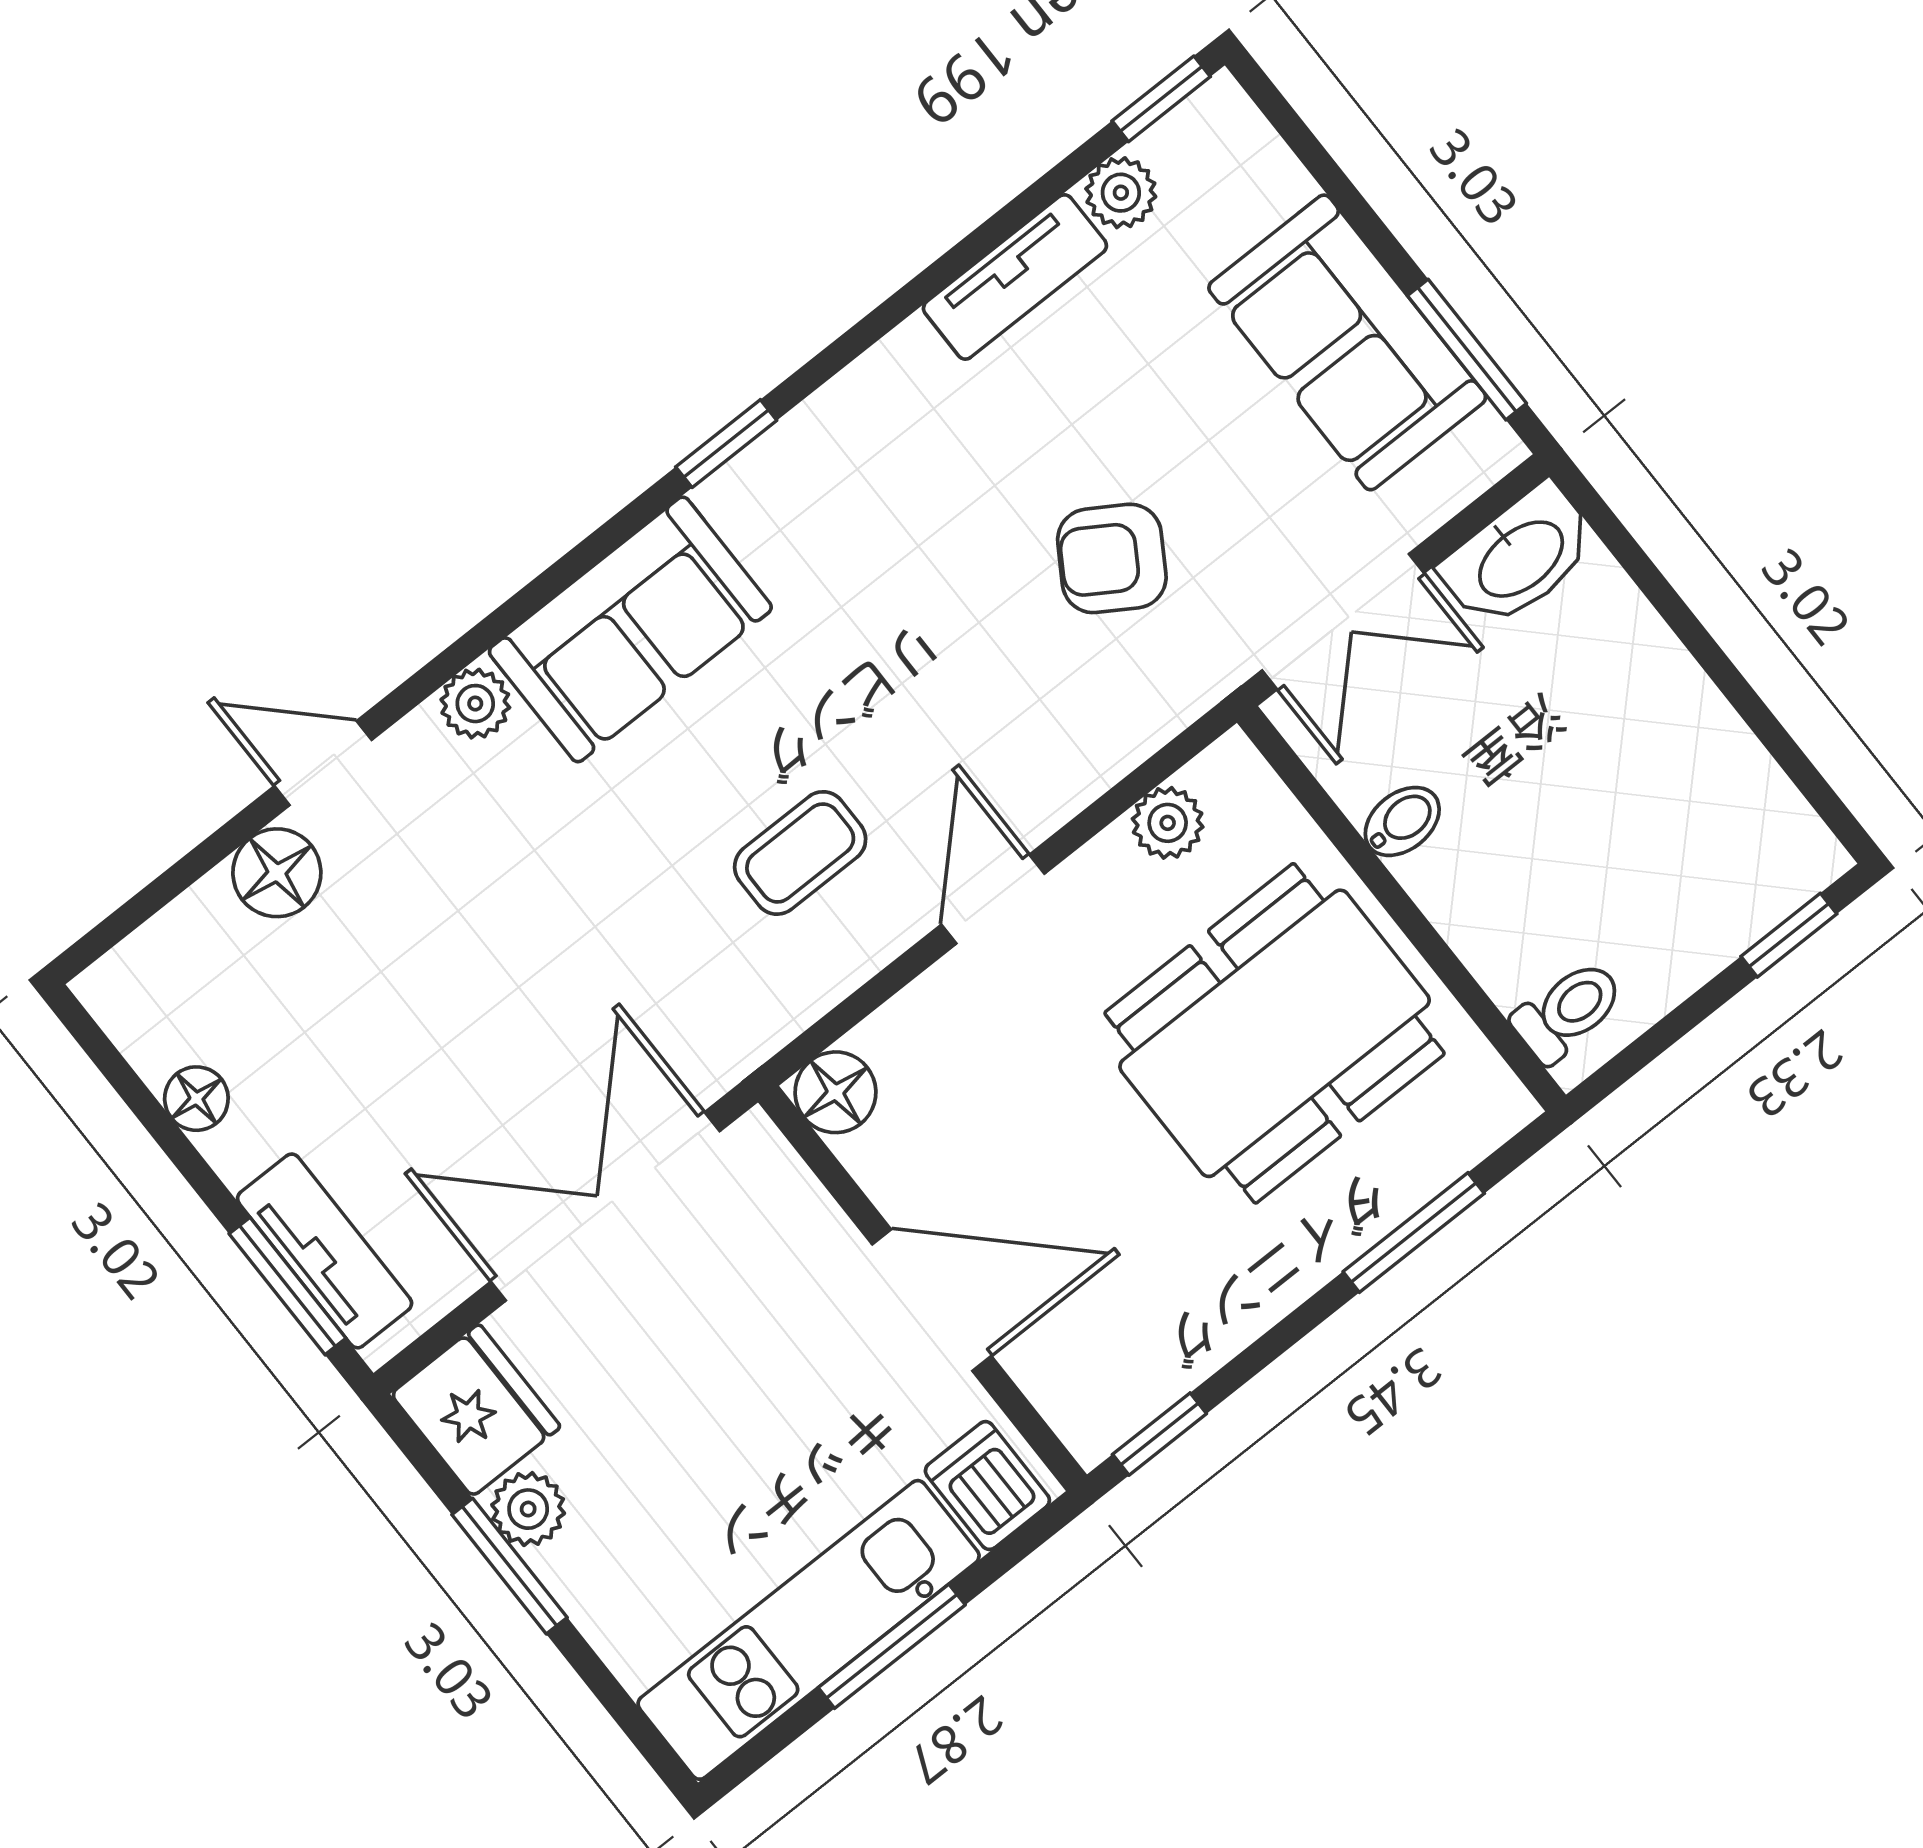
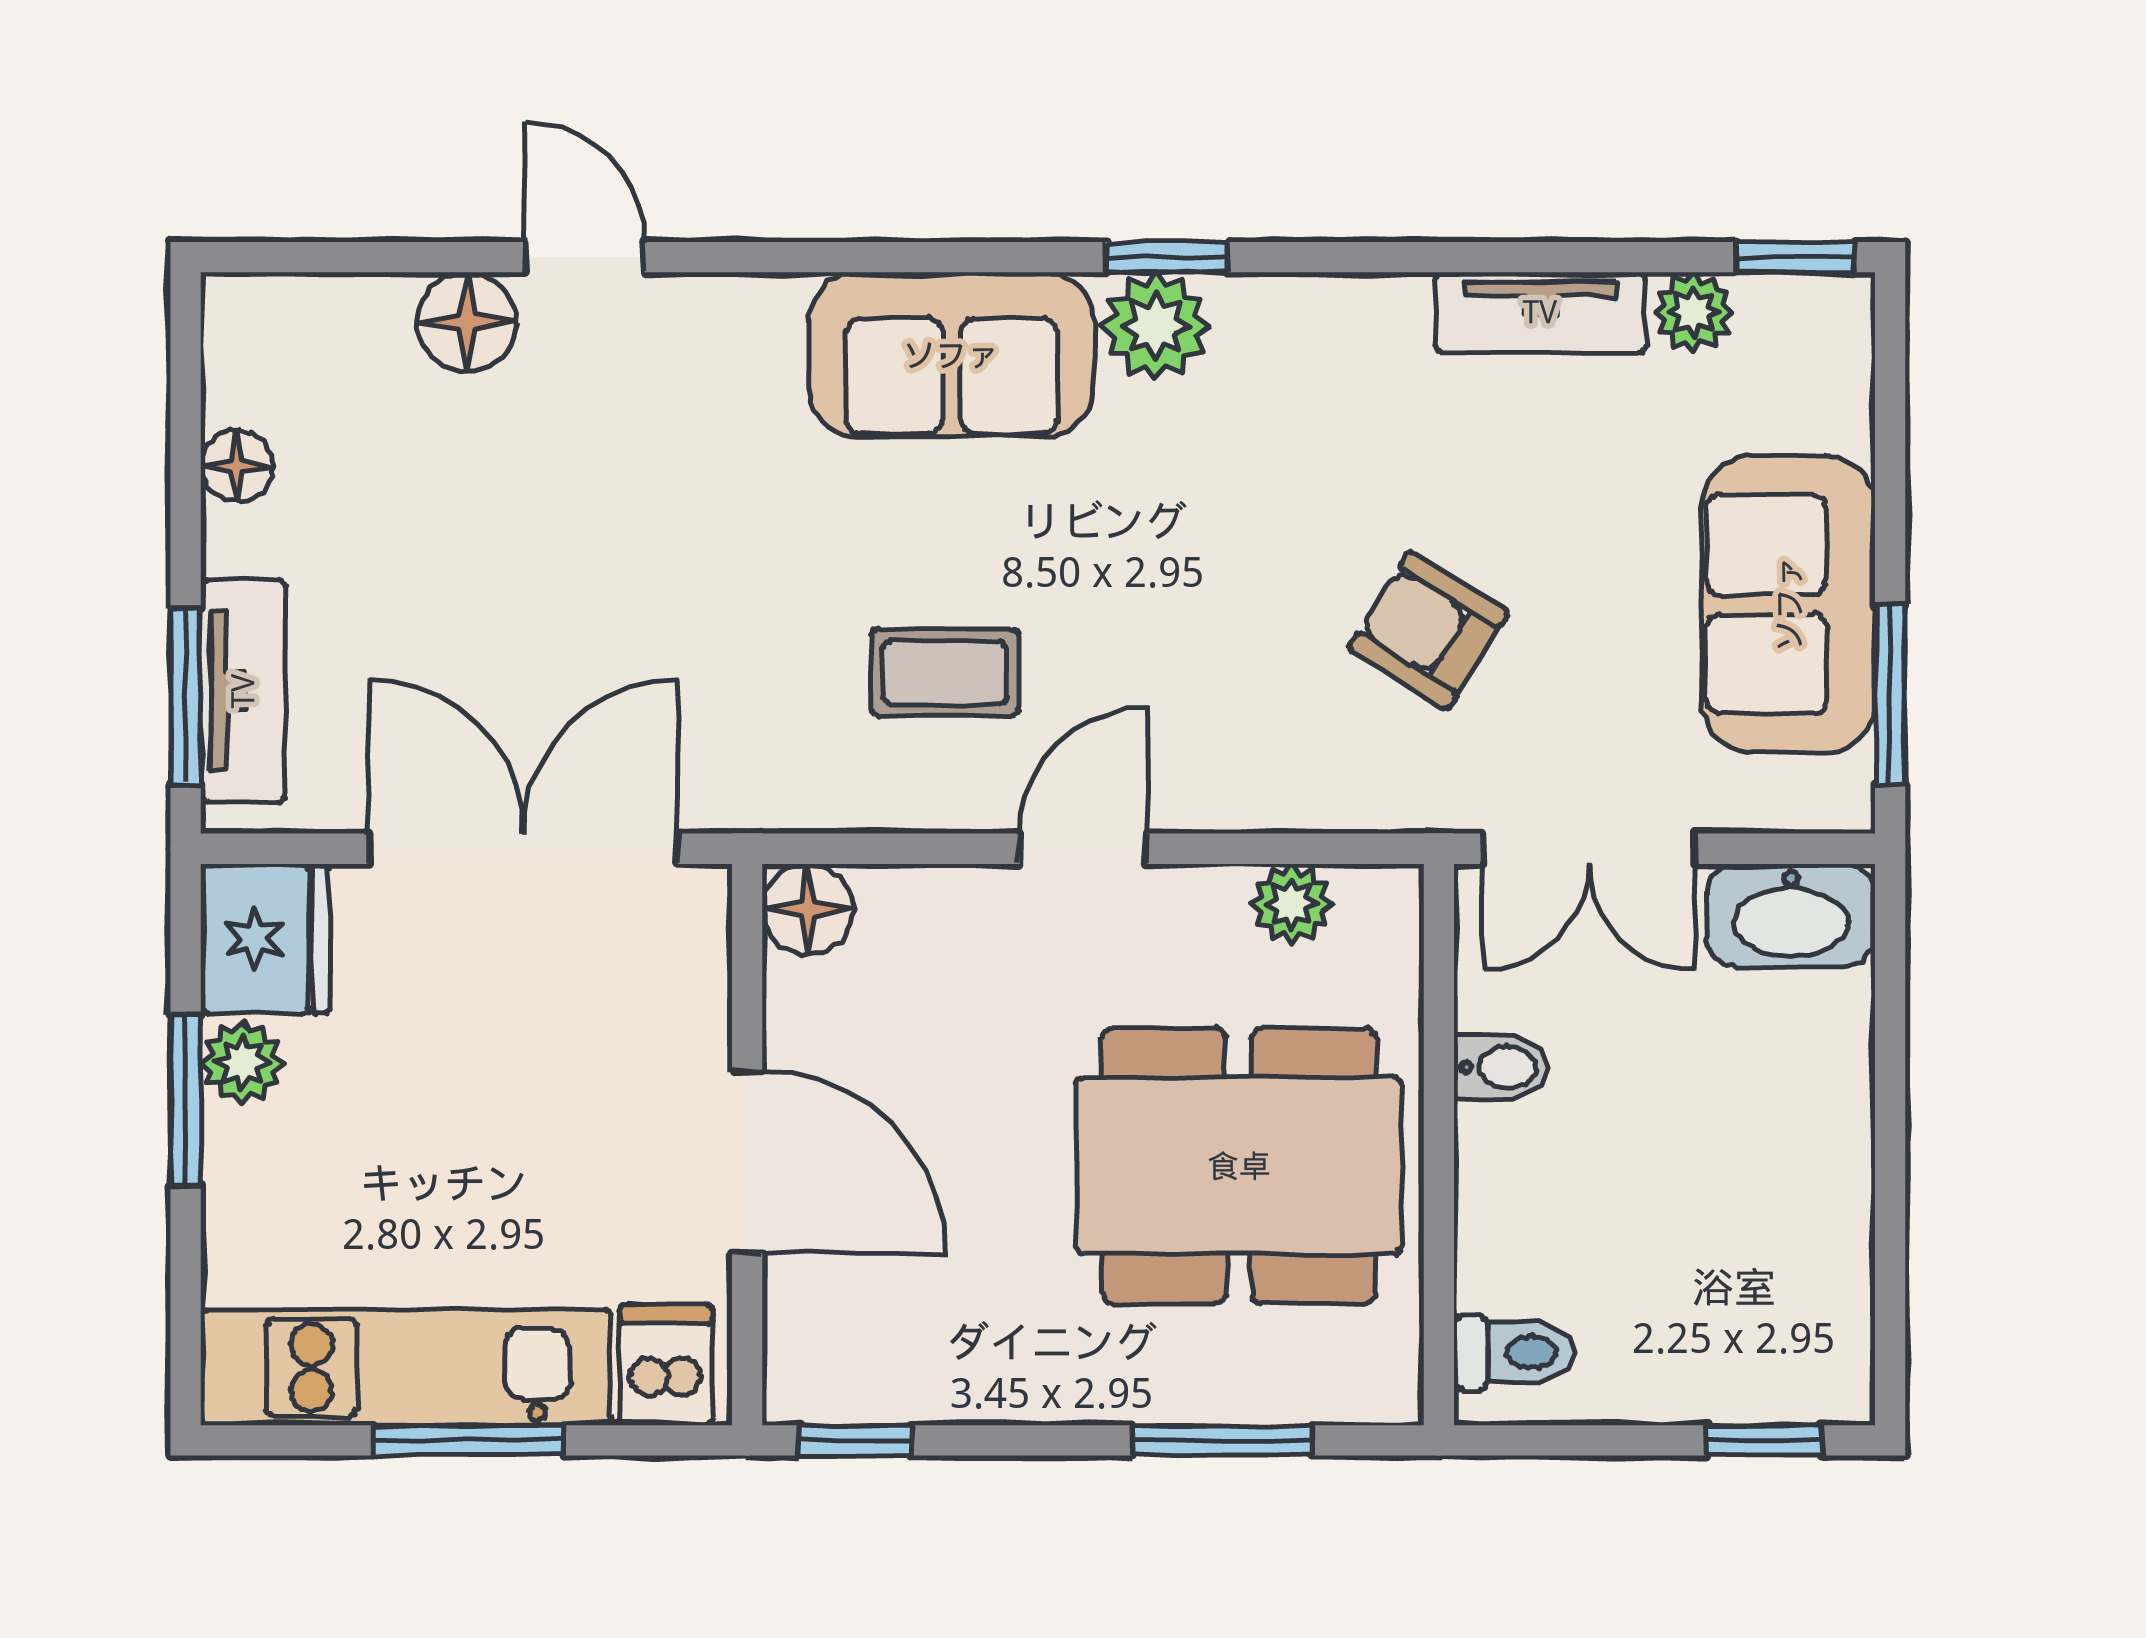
plant: (475, 704) -> (1156, 326), moved, width x1.38, depth x1.38

